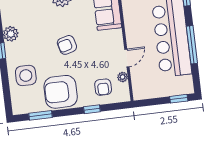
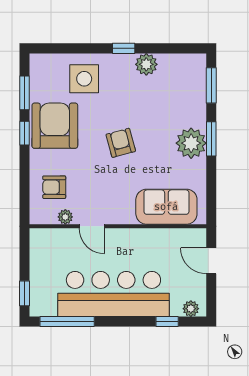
window: (192, 45) -> (67, 322), moved
window: (92, 109) -> (25, 133), moved

